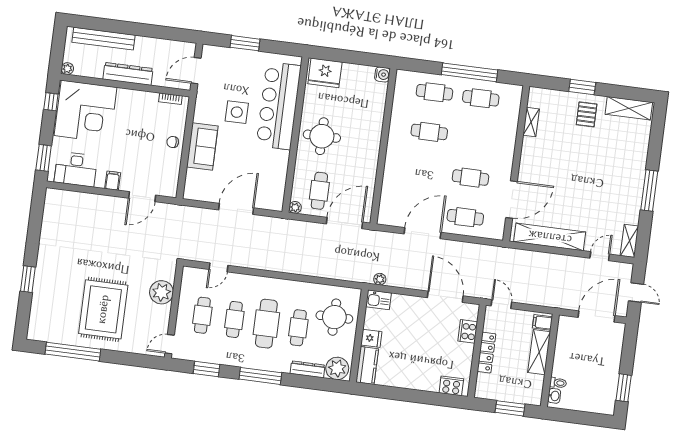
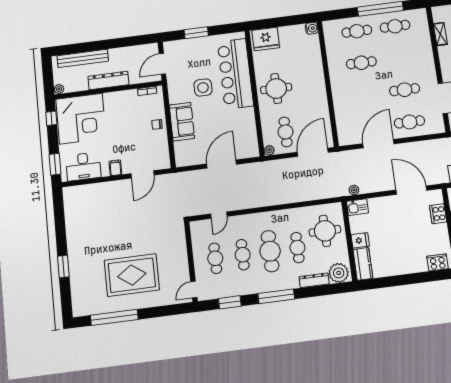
plant: (161, 292) -> (177, 248), removed
rug: (103, 309) -> (132, 275), turned 90

